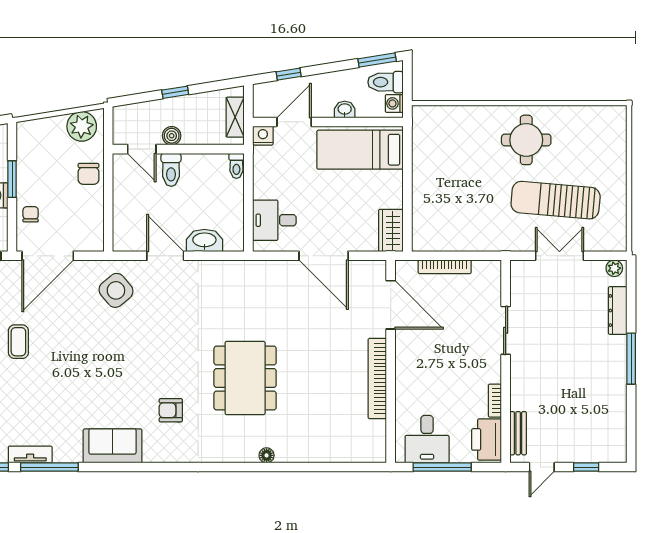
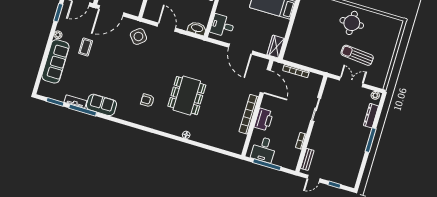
sun lounger: (556, 200) -> (357, 55), width x0.73, depth x0.75
washbasin: (204, 241) -> (197, 28), moved
printer: (487, 439) -> (264, 119), moved, turned 180
sofa: (113, 446) -> (101, 105), moved

